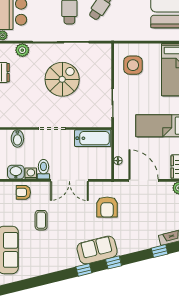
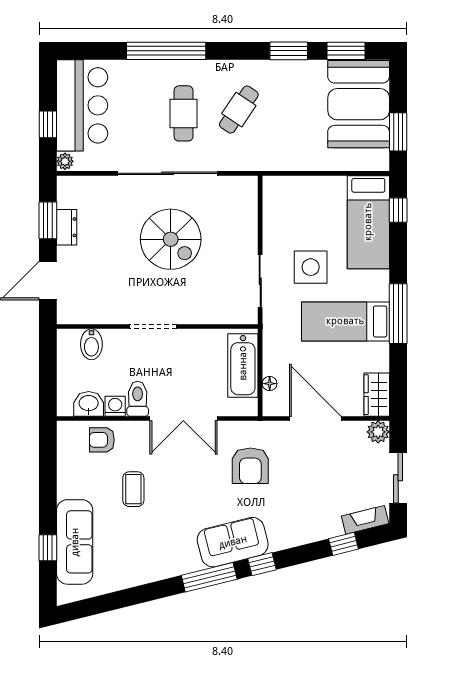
plant: (22, 50) -> (100, 188), removed
side table: (133, 65) -> (311, 267), moved
spiral stairs: (62, 79) -> (171, 239), turned 90
bathtub: (93, 138) -> (243, 366), moved, turned 90
window: (84, 270) -> (209, 577), width x2.17

